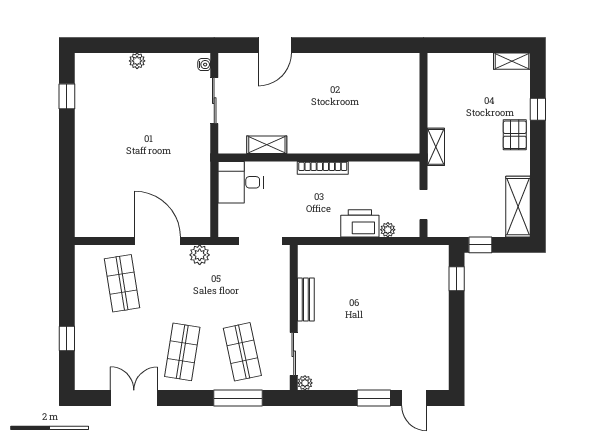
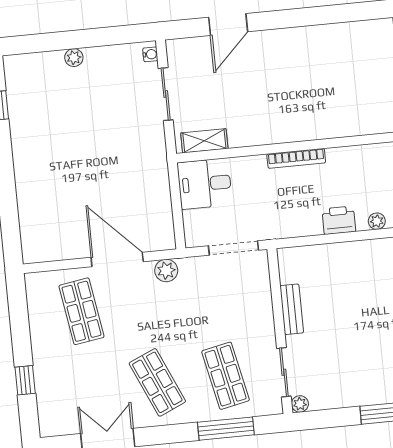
shelving: (267, 145) -> (204, 141), moved
printer: (360, 223) -> (339, 220), width x0.73, depth x0.84
shop shelf: (182, 352) -> (157, 382), turned -33

